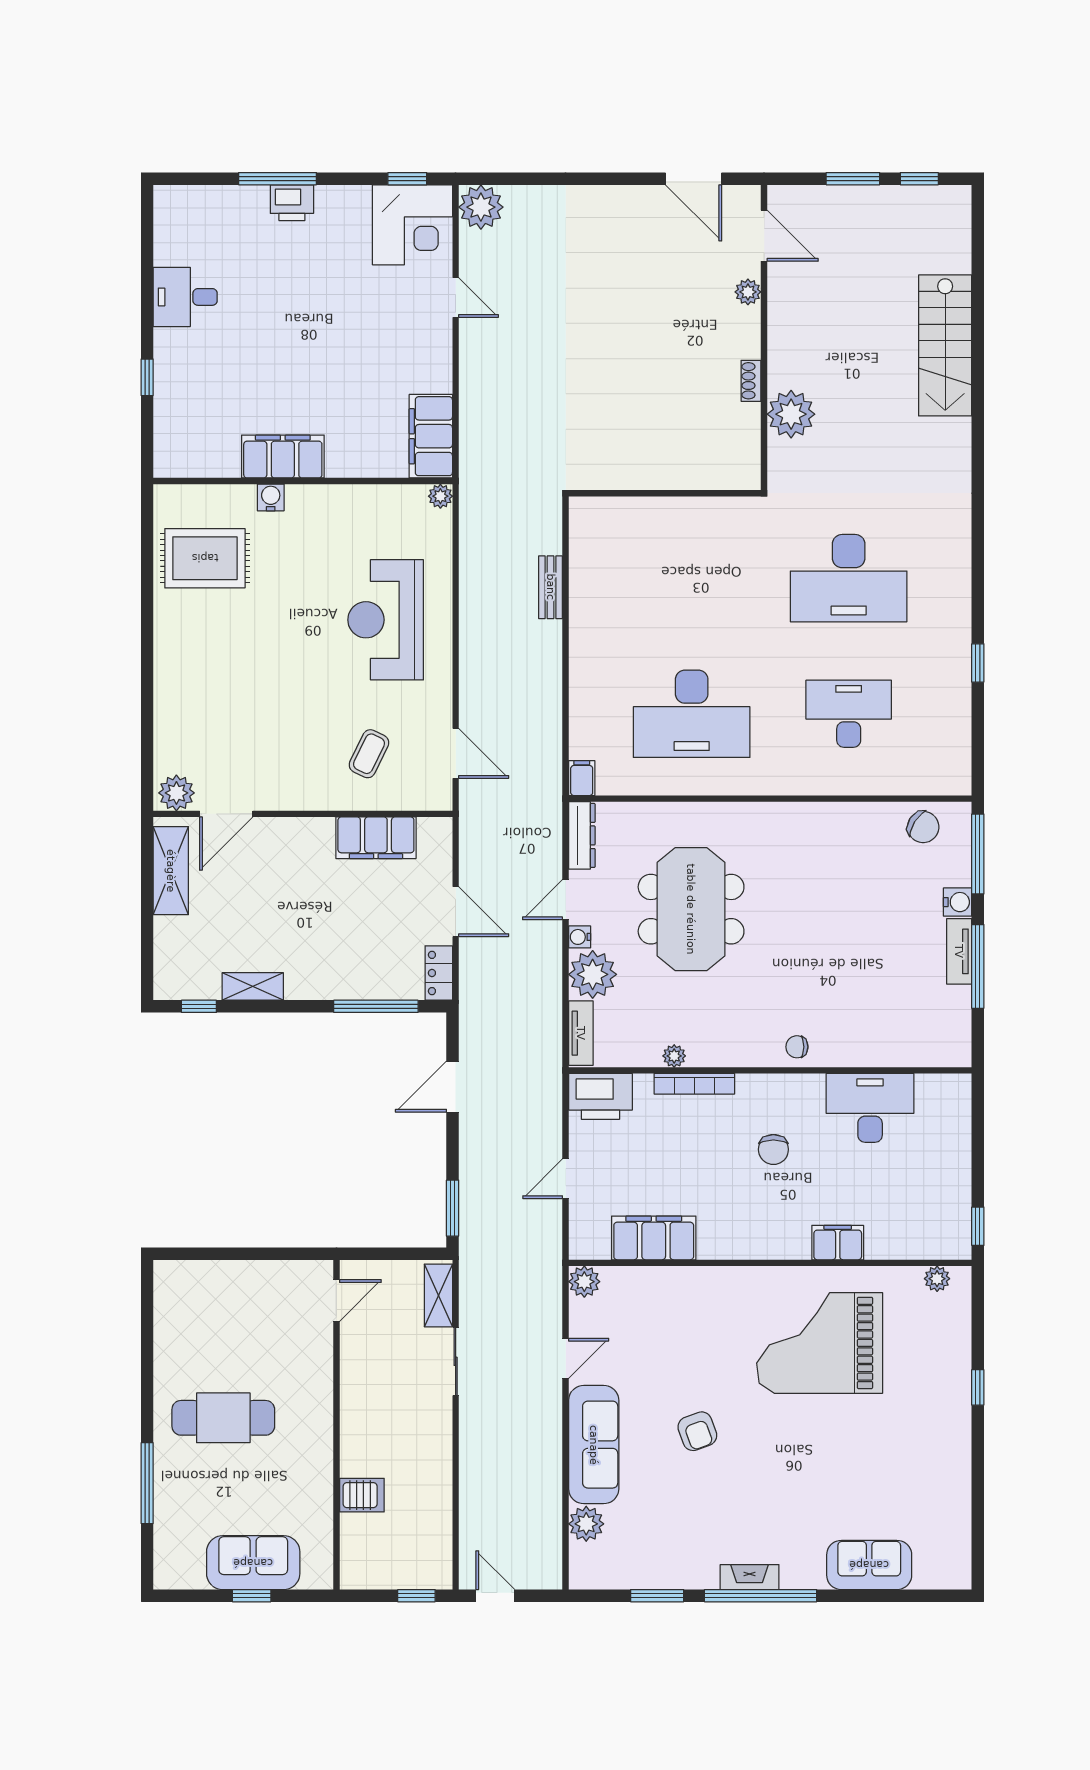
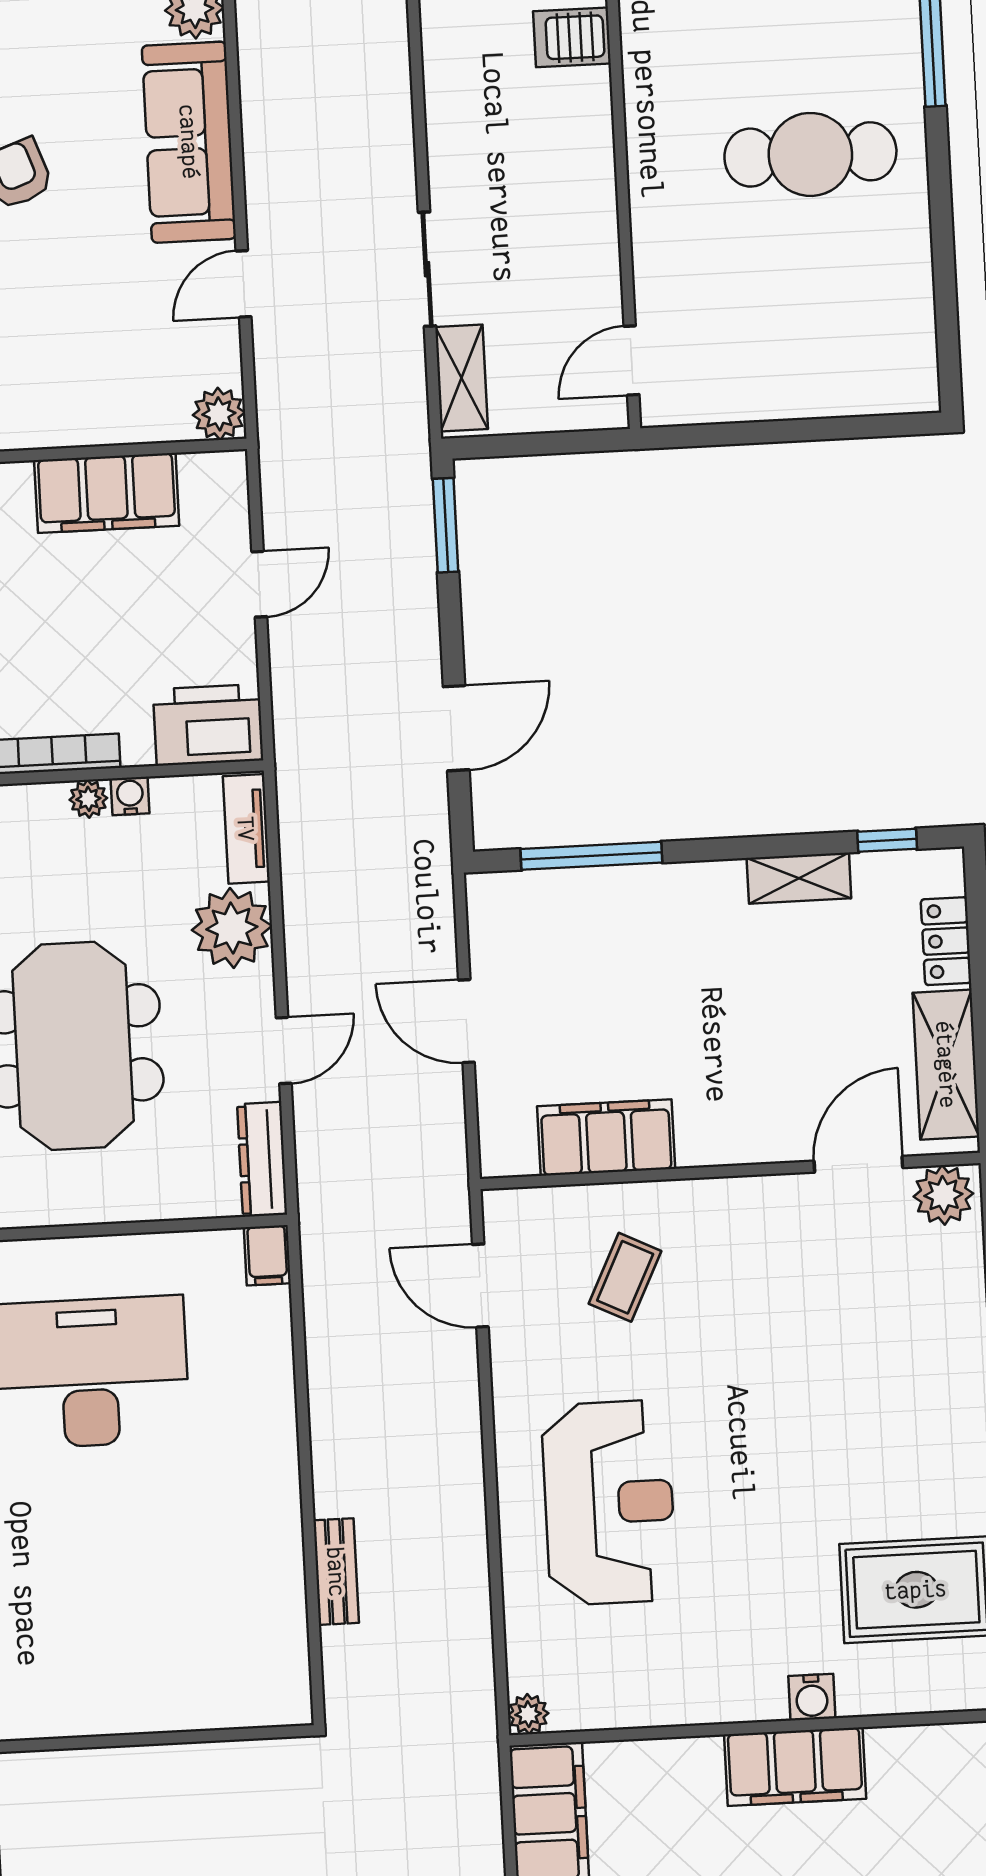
water cooler: (580, 937) -> (130, 796), moved, turned -90
locker: (439, 973) -> (946, 941), moved, turned 180

